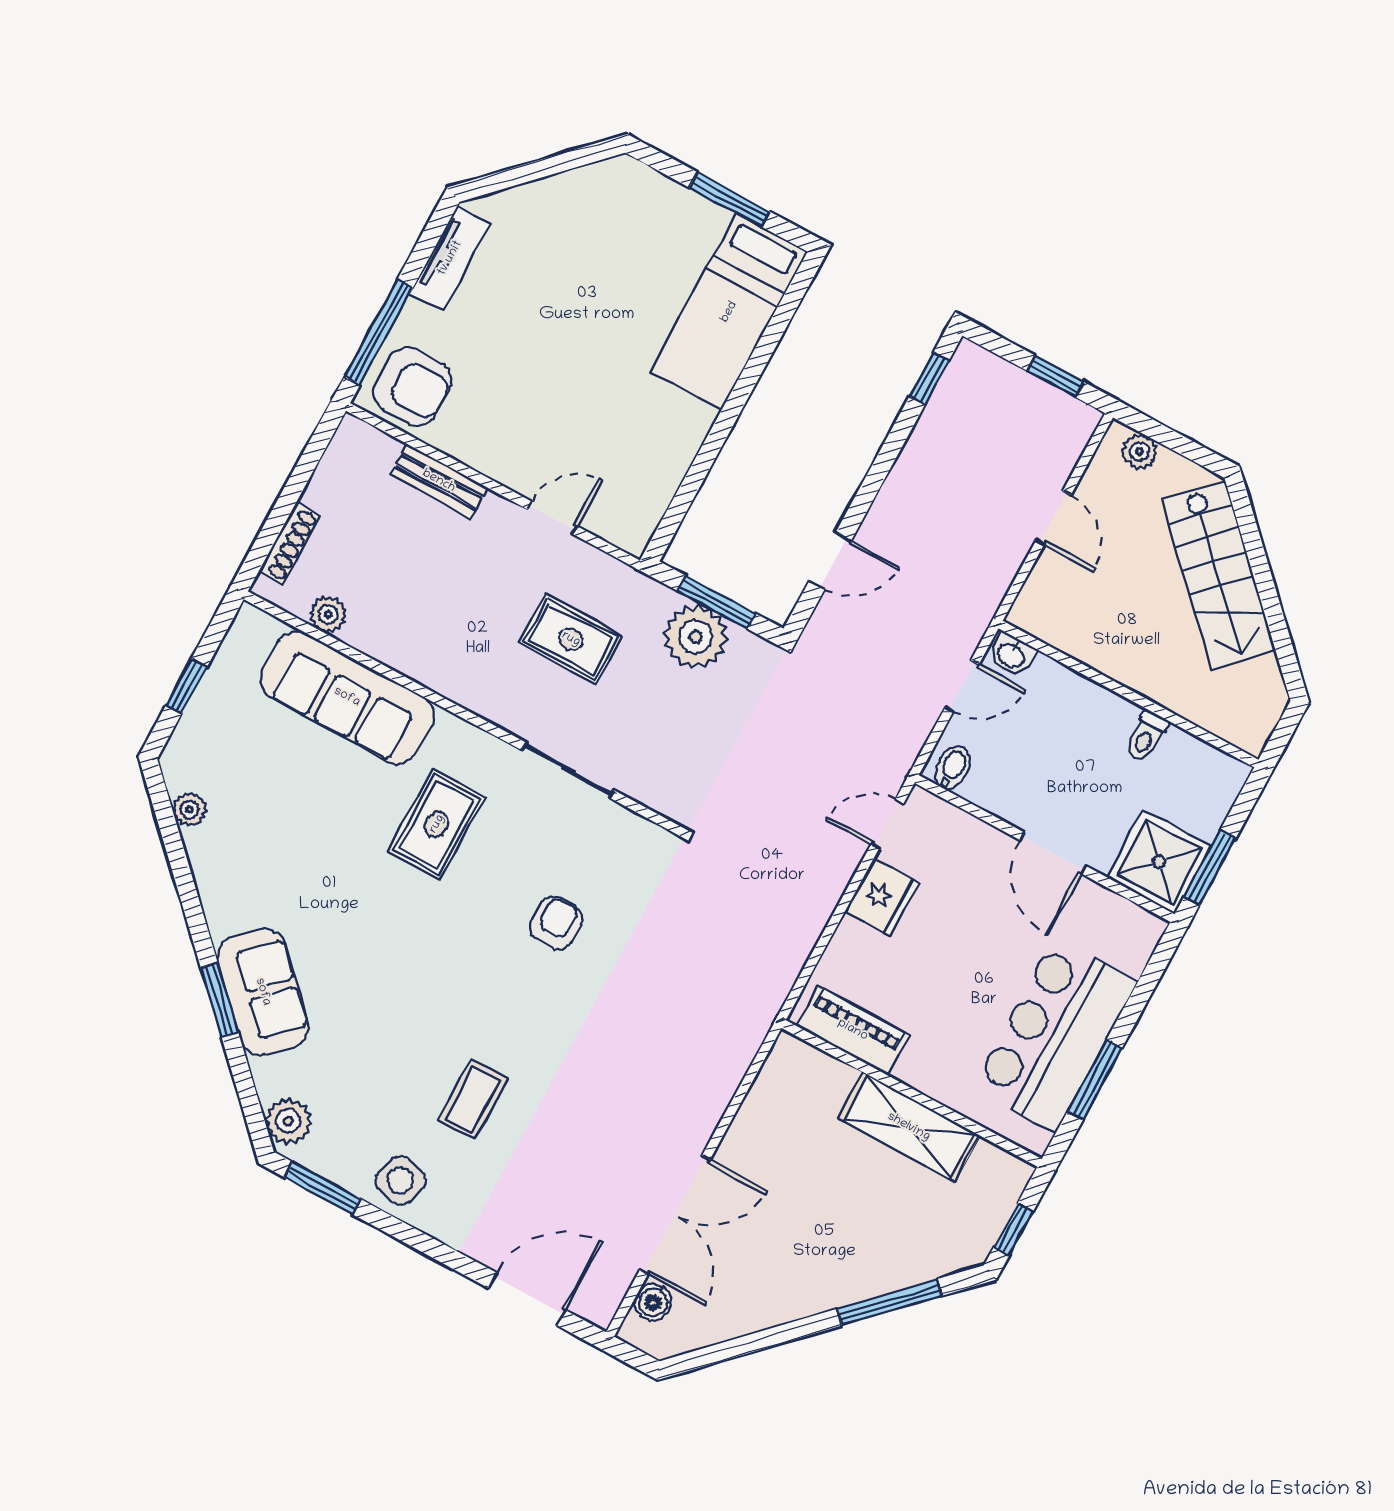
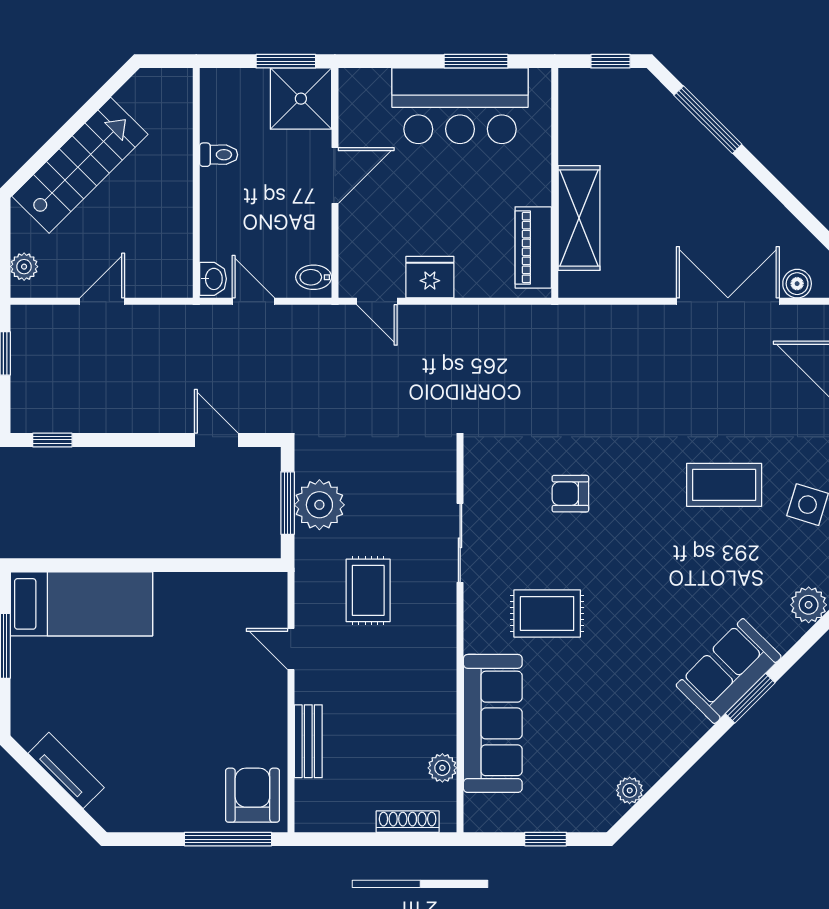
tv unit: (450, 258) -> (66, 770), moved, turned 45
coffee table: (473, 1099) -> (724, 485), width x1.36, depth x1.30
shelving: (909, 1127) -> (579, 218), moved

